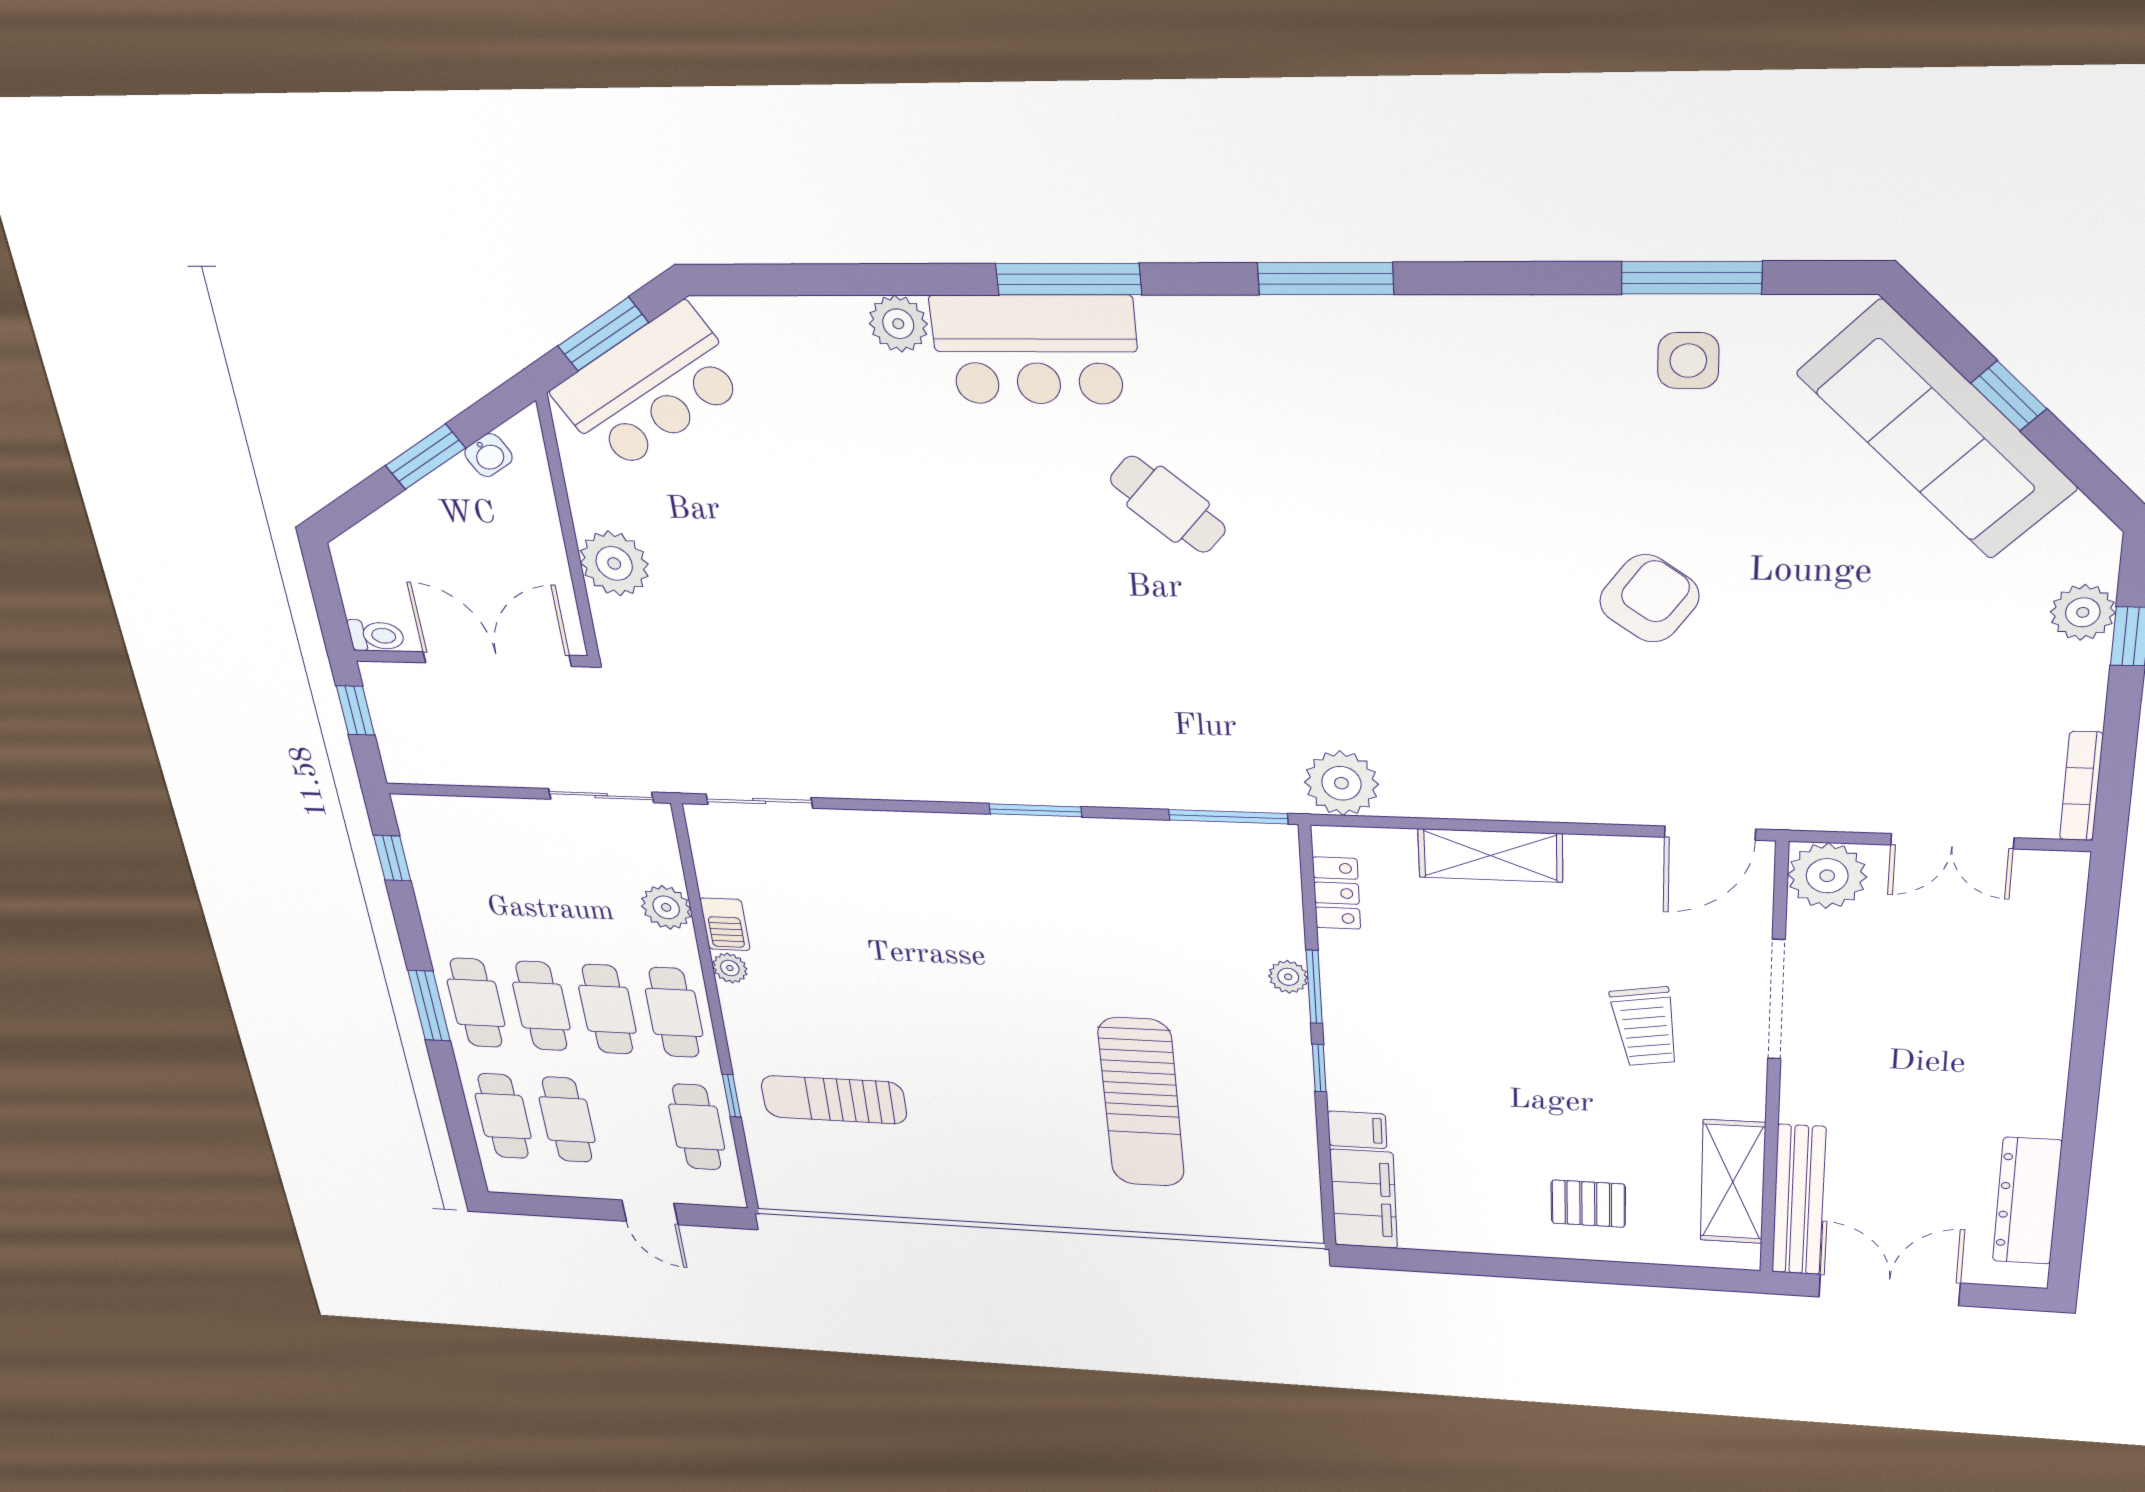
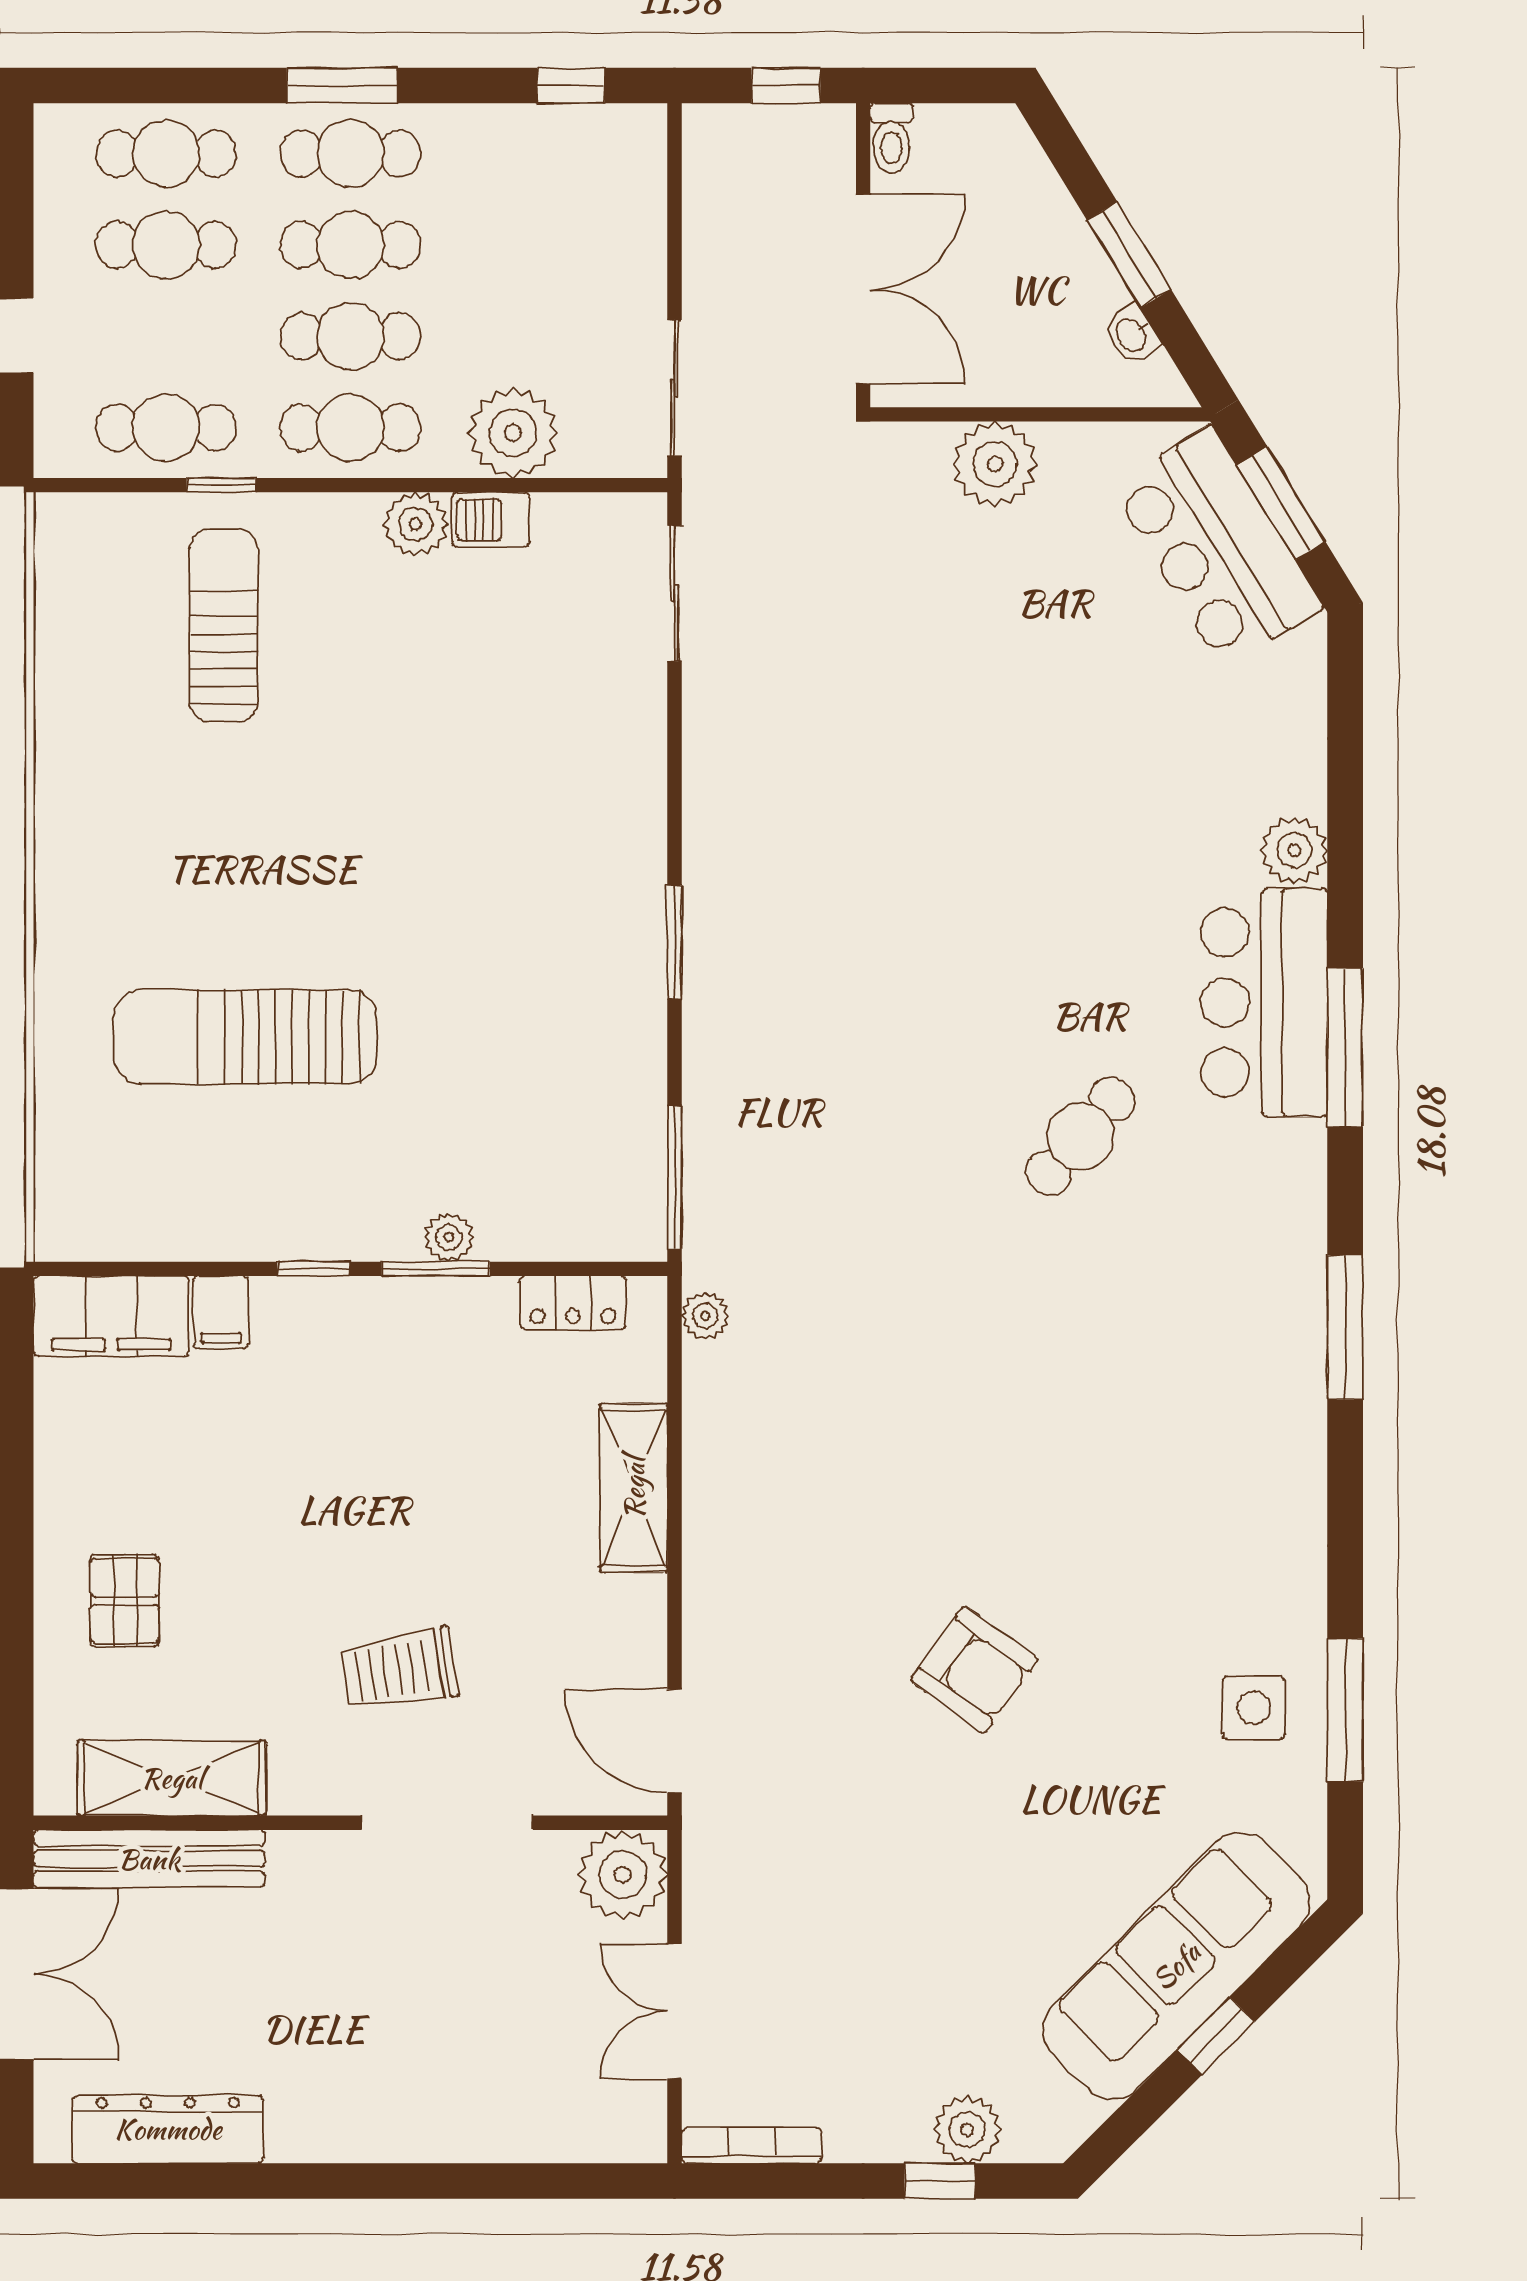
plant: (1341, 783) -> (705, 1316), width x0.53, depth x0.53
plant: (666, 907) -> (513, 433), width x1.36, depth x1.36
plant: (730, 968) -> (416, 524), width x1.38, depth x1.38

